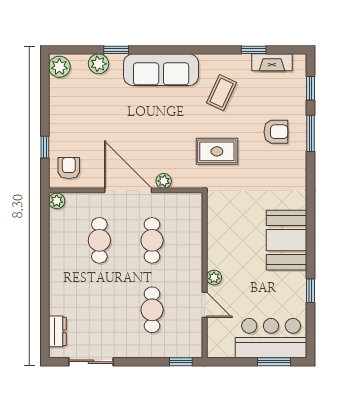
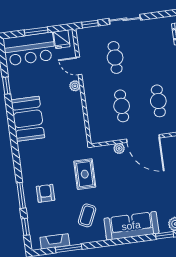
window: (254, 50) -> (69, 248), width x1.50
armchair: (276, 132) -> (46, 193), turned 90
rug: (217, 151) -> (85, 174), turned 90
fridge: (224, 346) -> (62, 39), added
sliding door: (91, 362) -> (125, 19), moved
window: (274, 362) -> (36, 31), moved

